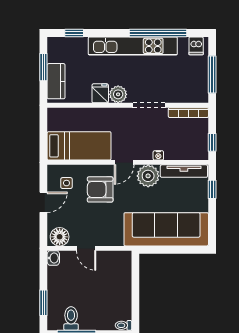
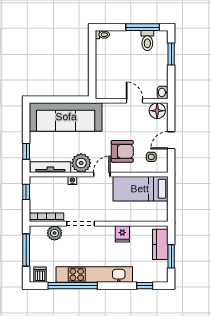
plant: (118, 94) -> (55, 233), moved

